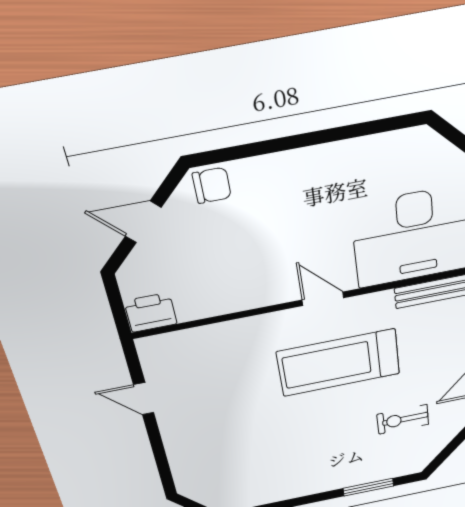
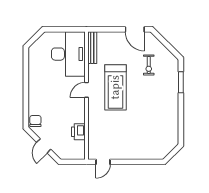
printer: (151, 313) -> (78, 132), moved
door: (144, 399) -> (103, 162), moved

